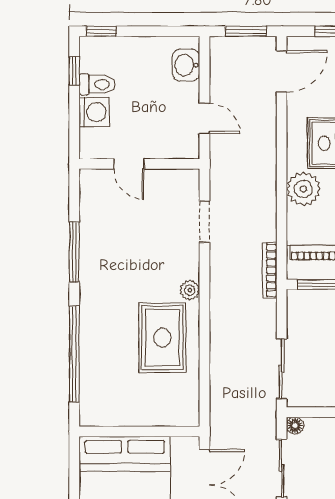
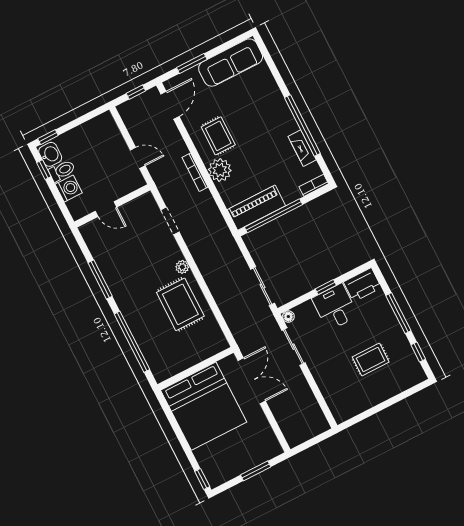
window: (246, 31) -> (136, 92), width x0.67
washbasin: (186, 65) -> (50, 154), moved, turned 180
bookcase: (270, 270) -> (195, 172), moved

